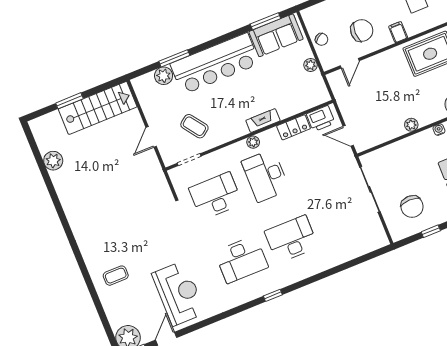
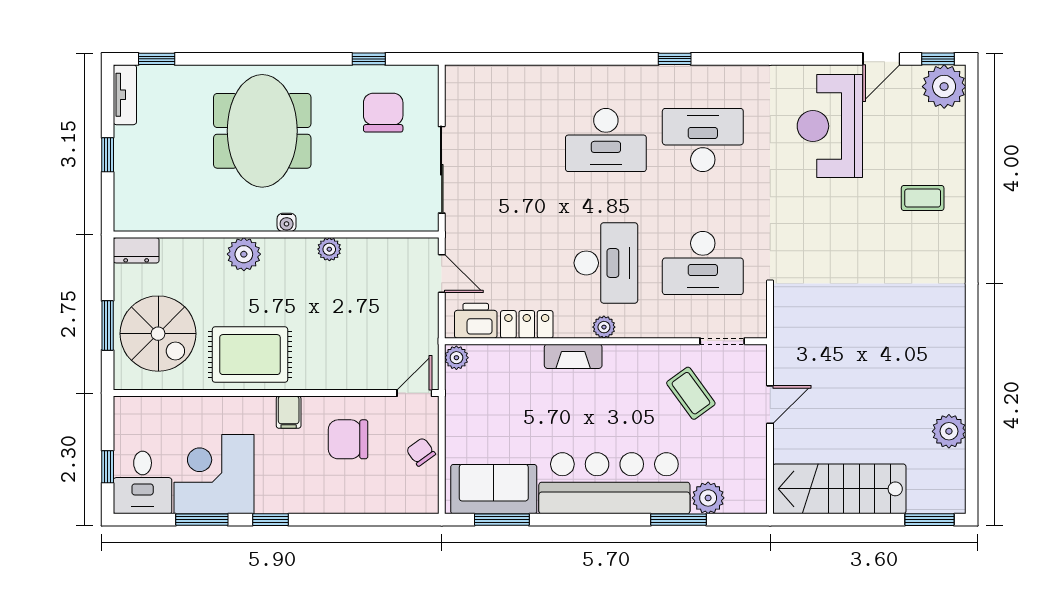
door: (350, 63) -> (414, 393), moved
plant: (311, 65) -> (456, 358), moved
window: (69, 101) -> (929, 520), moved

